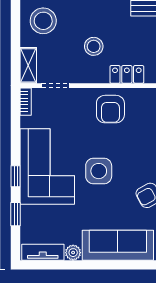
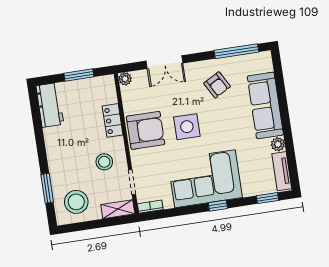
stool: (94, 46) -> (104, 162), moved
armchair: (110, 109) -> (146, 130), width x1.36, depth x1.36
side table: (99, 171) -> (187, 127), moved
window: (16, 214) -> (267, 198), moved

